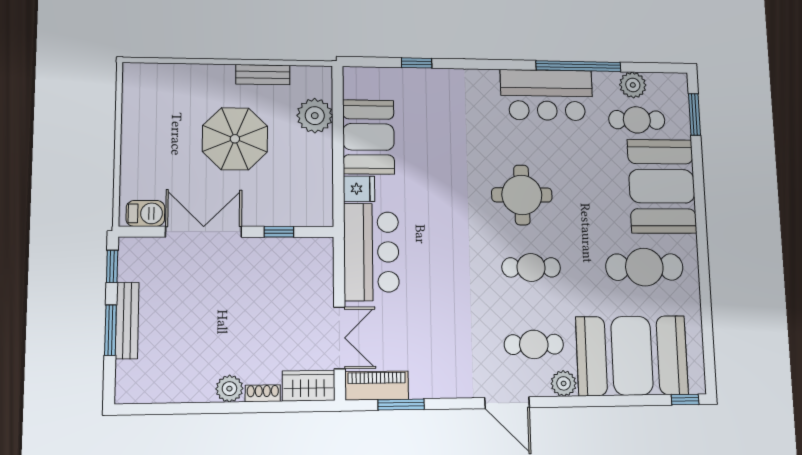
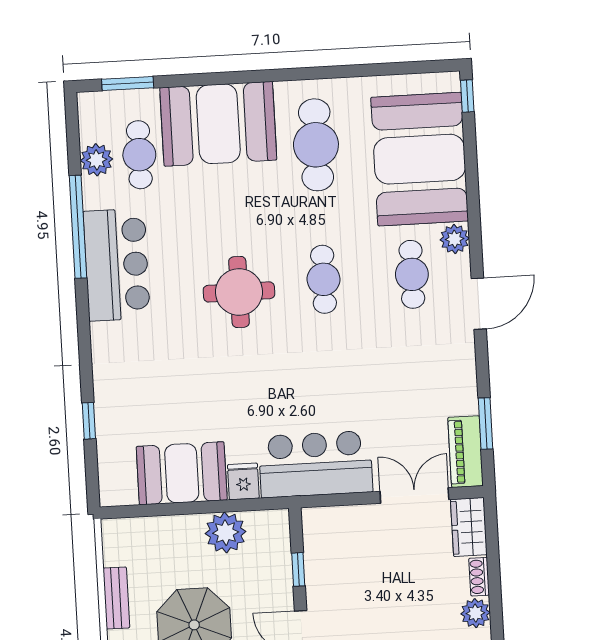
plant: (315, 116) -> (226, 533), moved

